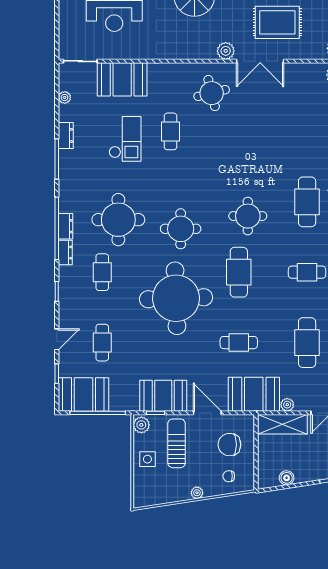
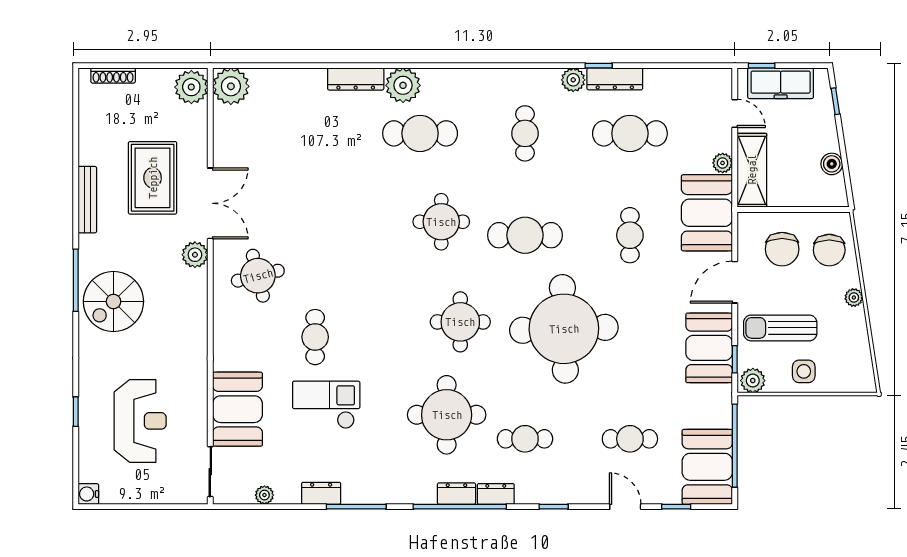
cafe table: (170, 131) -> (315, 337), turned 90
chair: (229, 476) -> (829, 250), width x1.87, depth x1.87

